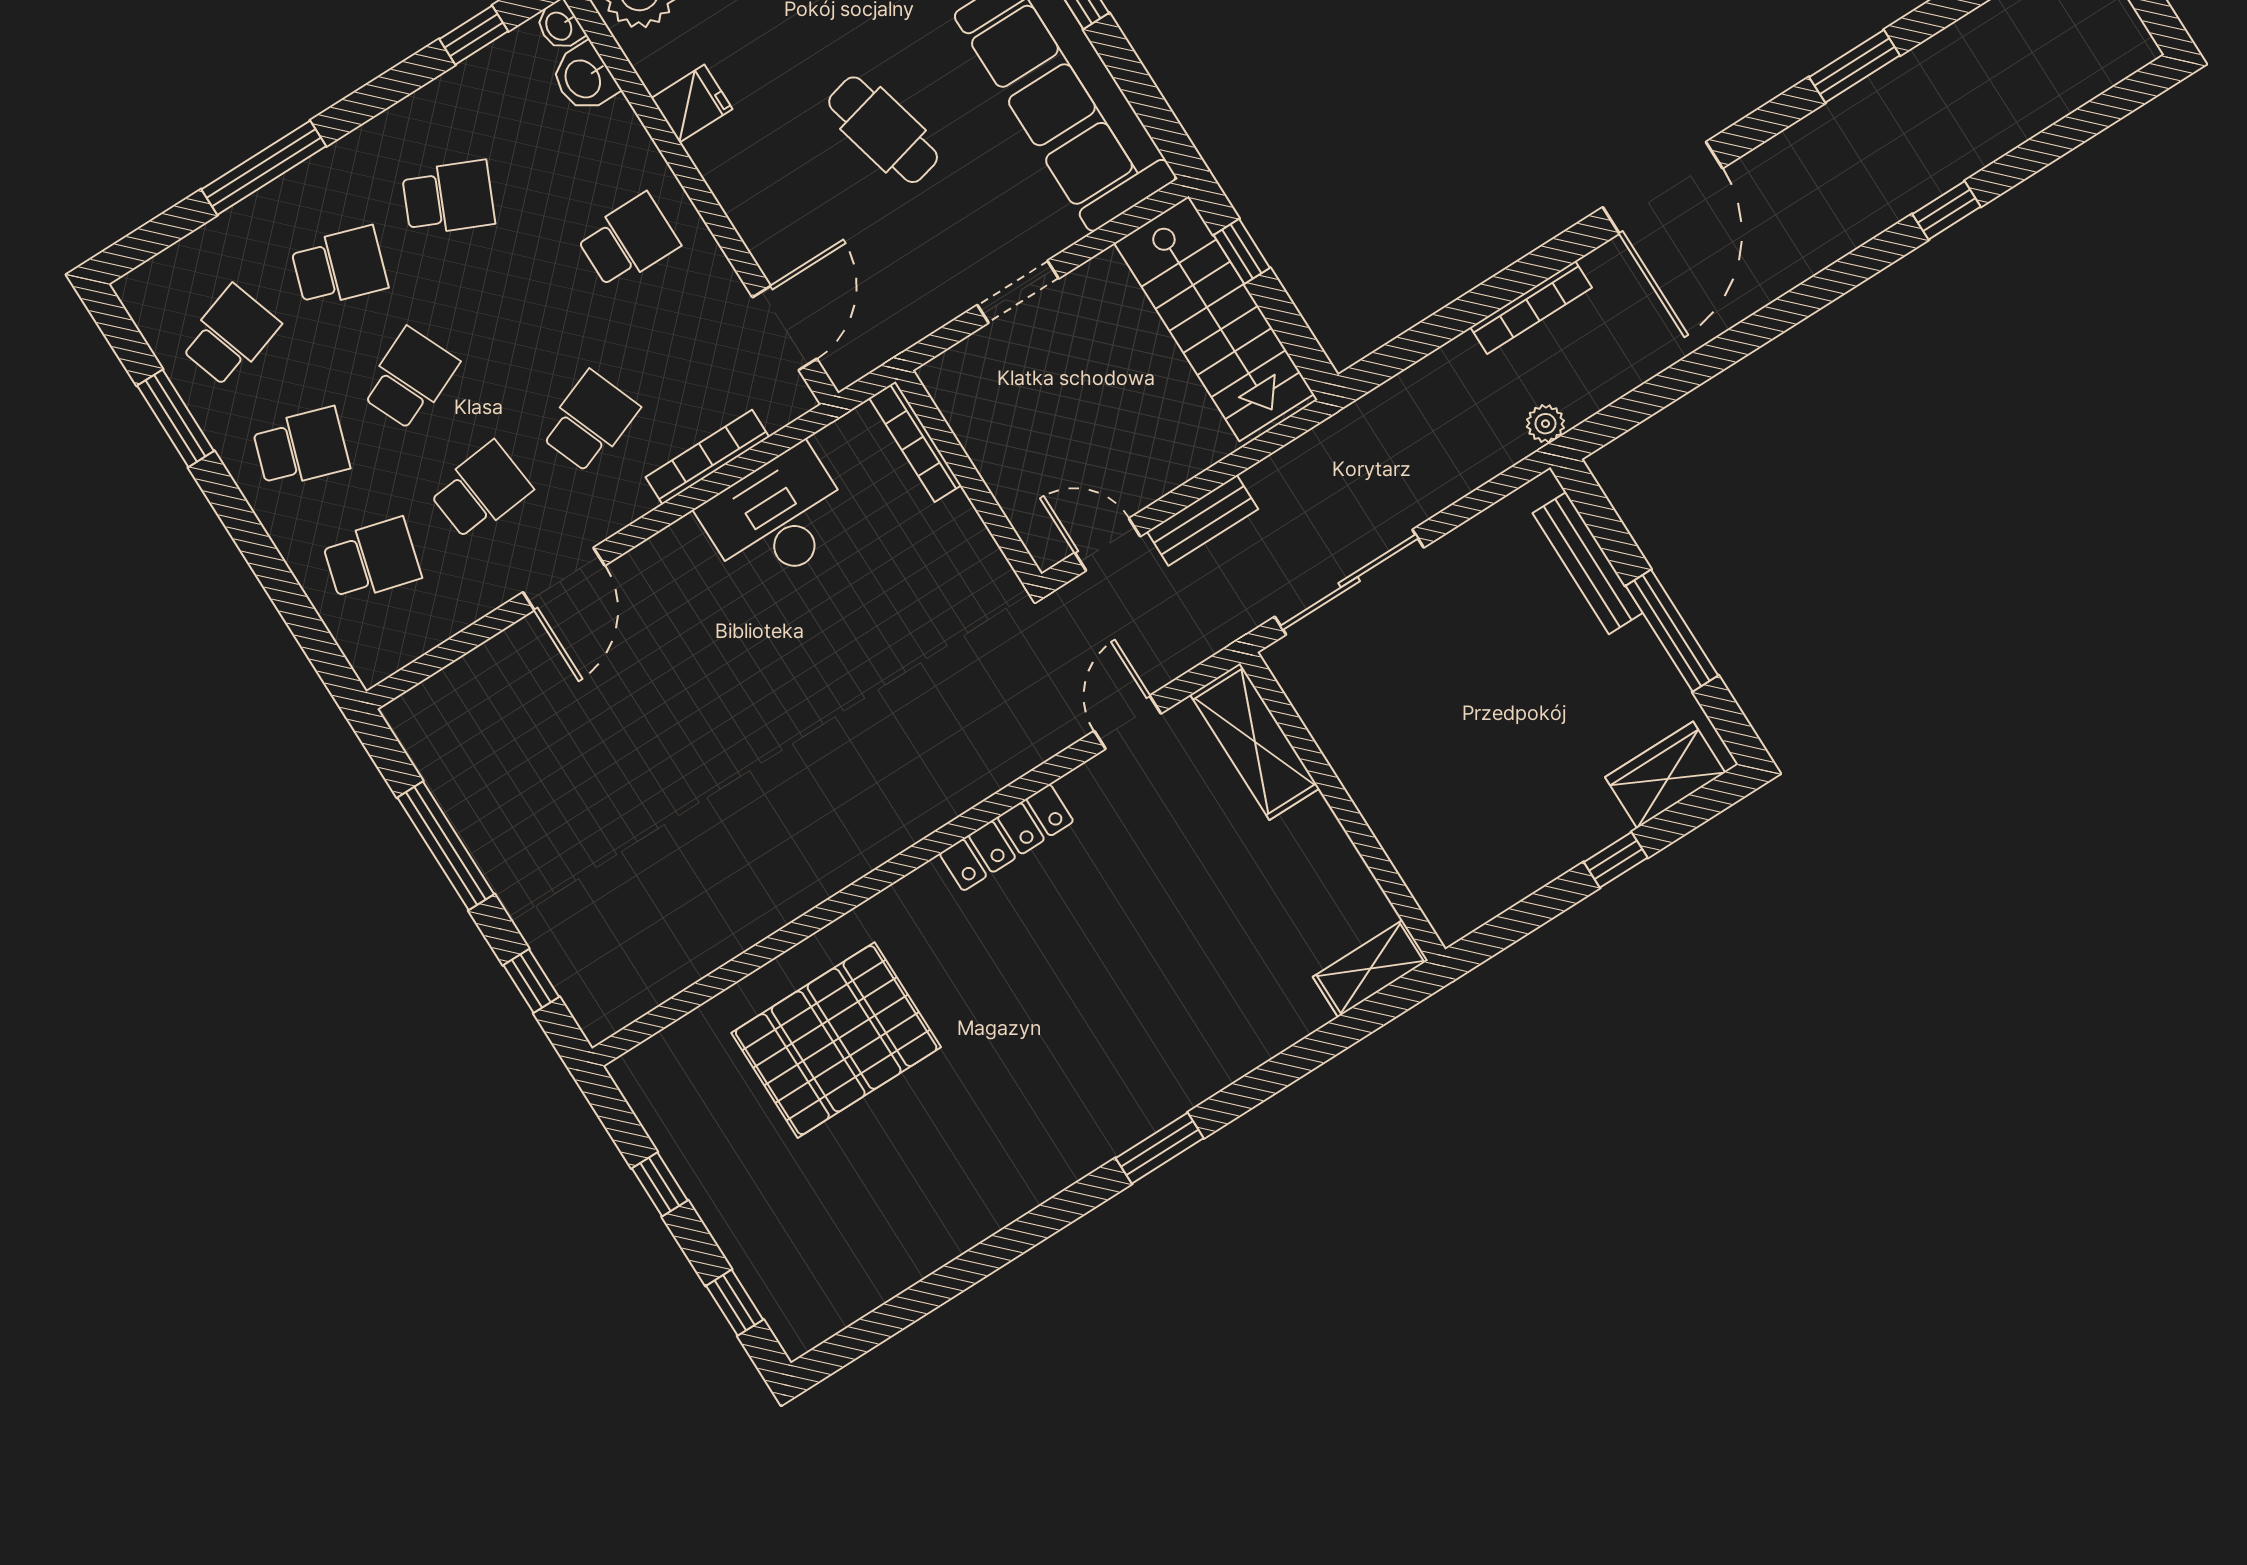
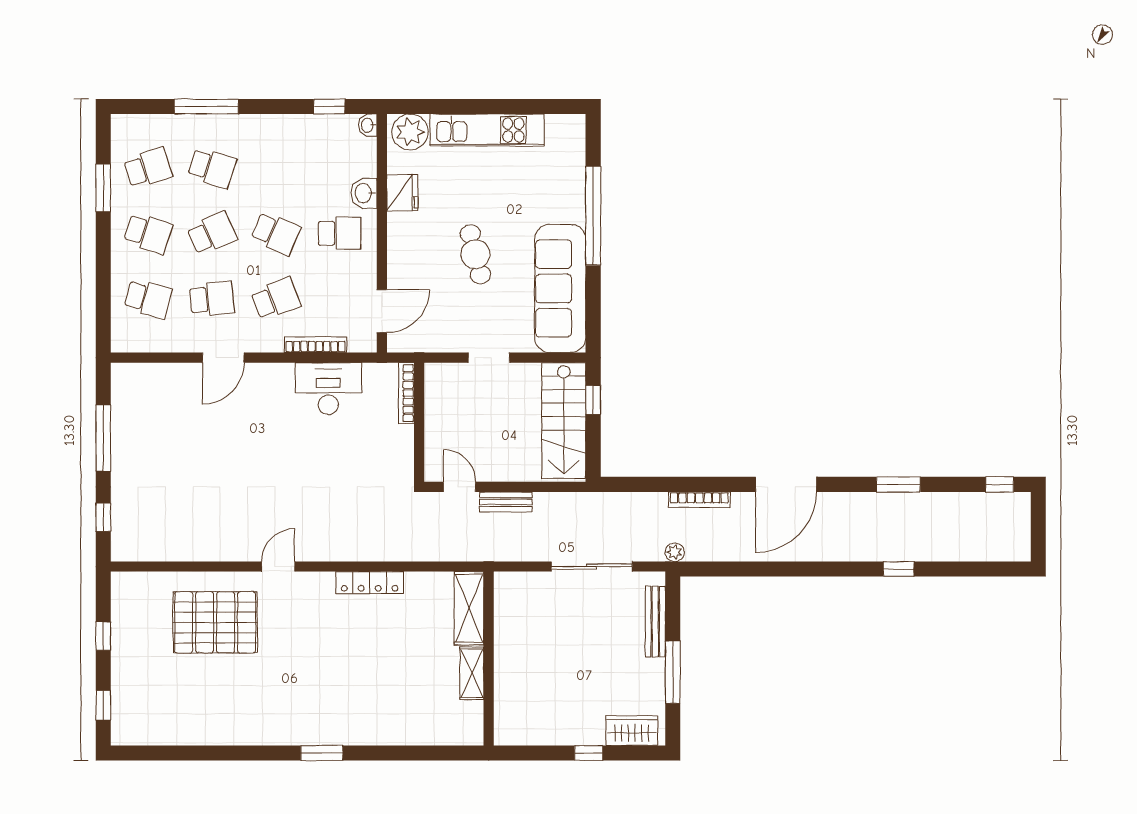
washbasin: (584, 78) -> (364, 193), moved
fridge: (692, 104) -> (402, 193), width x1.38
school desk: (448, 198) -> (276, 233), moved
sliding door: (1349, 582) -> (592, 567), moved
door: (1128, 722) -> (278, 567), moved
locker: (1006, 837) -> (370, 583), moved
shelving: (1370, 969) -> (472, 673), moved, turned 90

